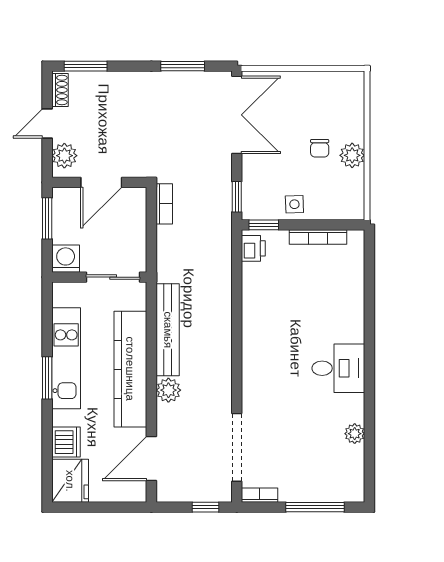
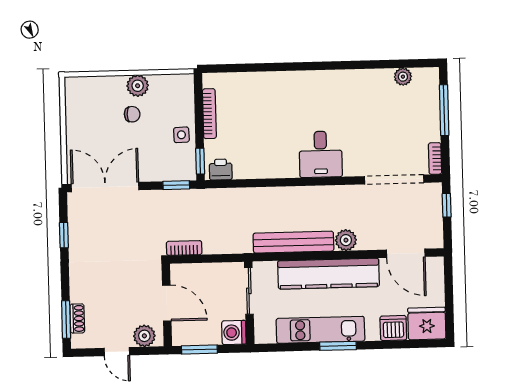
window: (183, 66) -> (64, 235), width x0.67
shoe rack: (60, 90) -> (77, 318), moved, turned 90
desk: (338, 368) -> (321, 154), moved, turned 180
plant: (355, 434) -> (403, 77), moved

